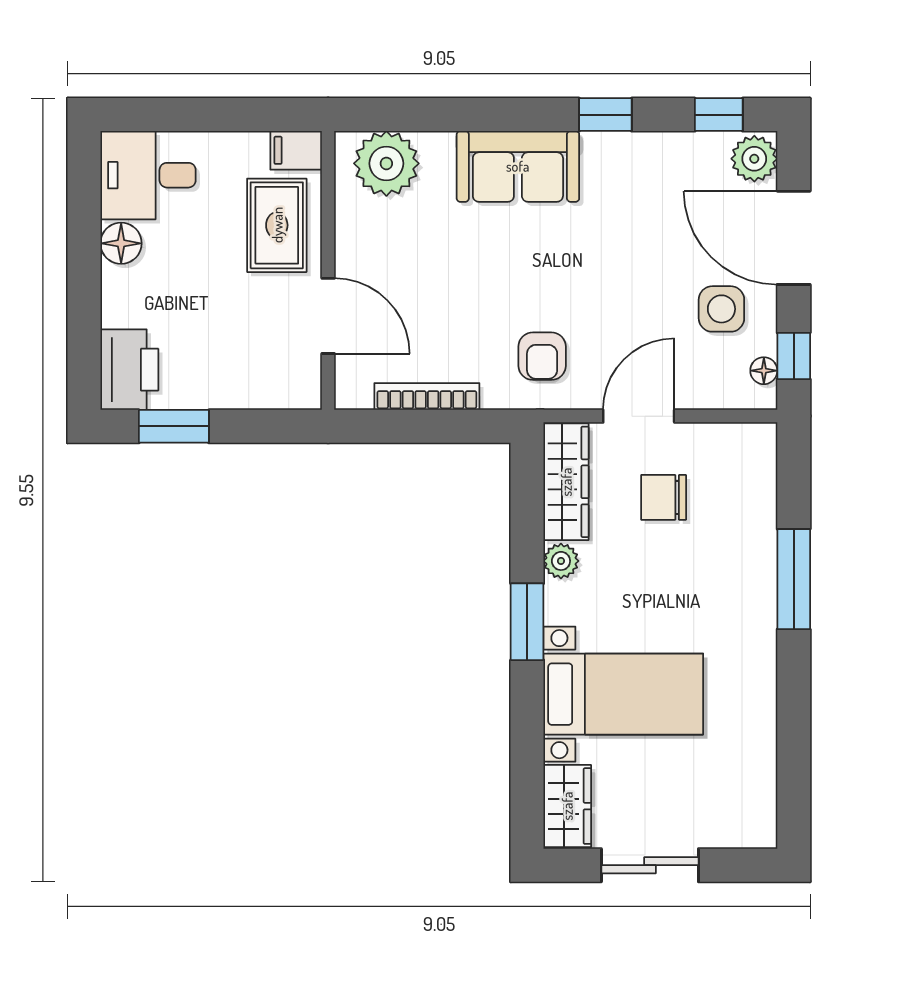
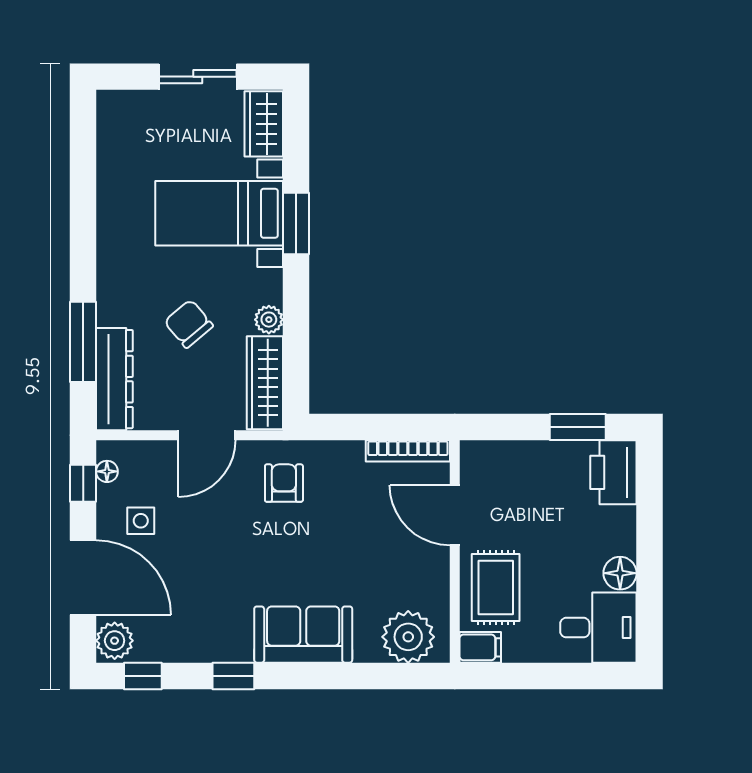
side table: (721, 309) -> (141, 521), width x0.73, depth x0.73
bookcase: (427, 396) -> (408, 451), moved
dresser: (754, 486) -> (114, 379), added
chair: (664, 497) -> (189, 324), moved, turned -130
window: (794, 579) -> (83, 342), moved
window: (527, 622) -> (296, 223), moved

